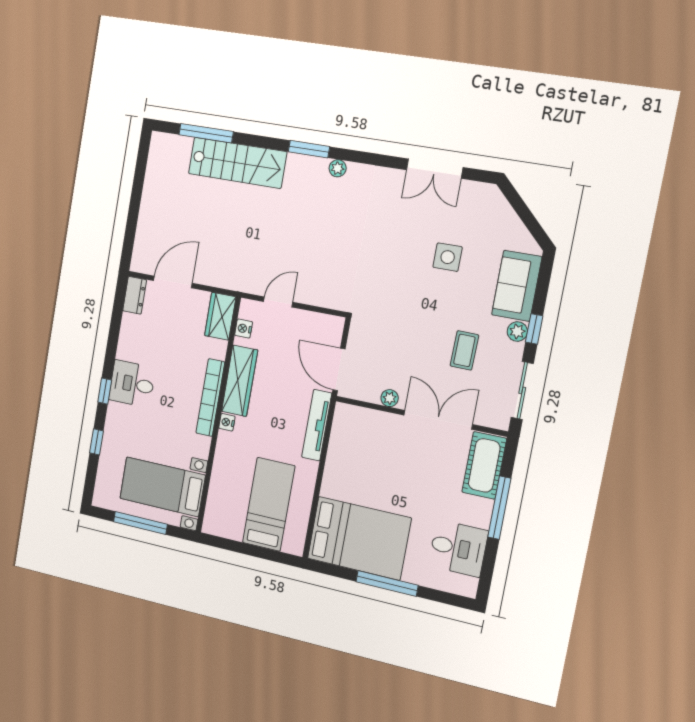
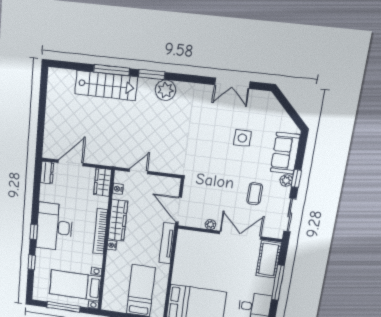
window: (206, 133) -> (112, 70), moved
plant: (338, 168) -> (166, 90), width x1.87, depth x1.87
desk: (132, 384) -> (54, 227), width x1.87, depth x1.30

